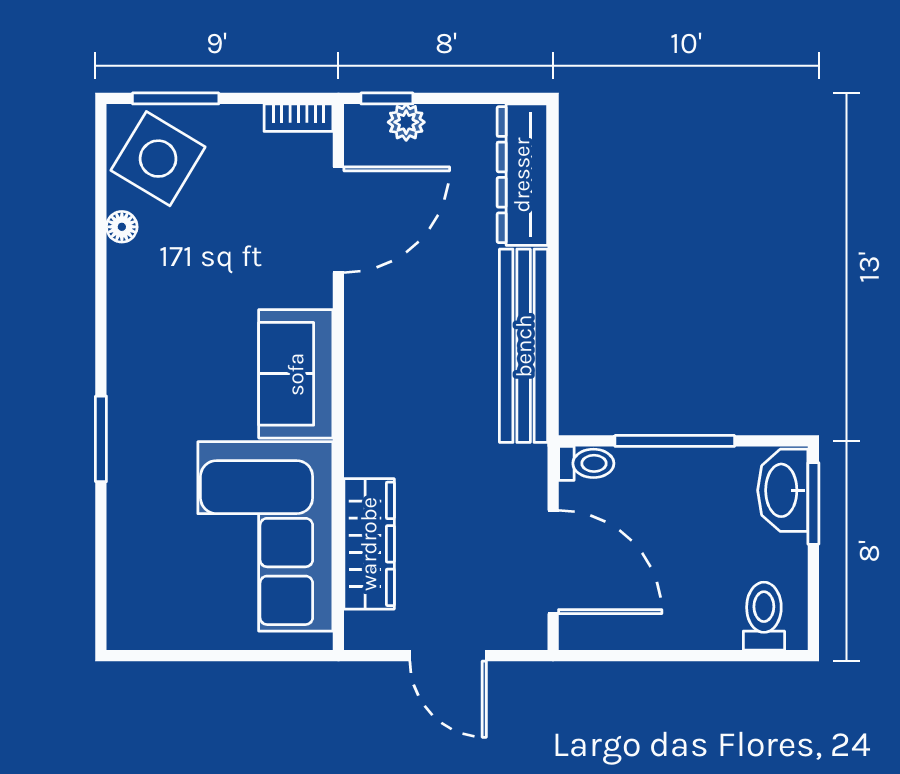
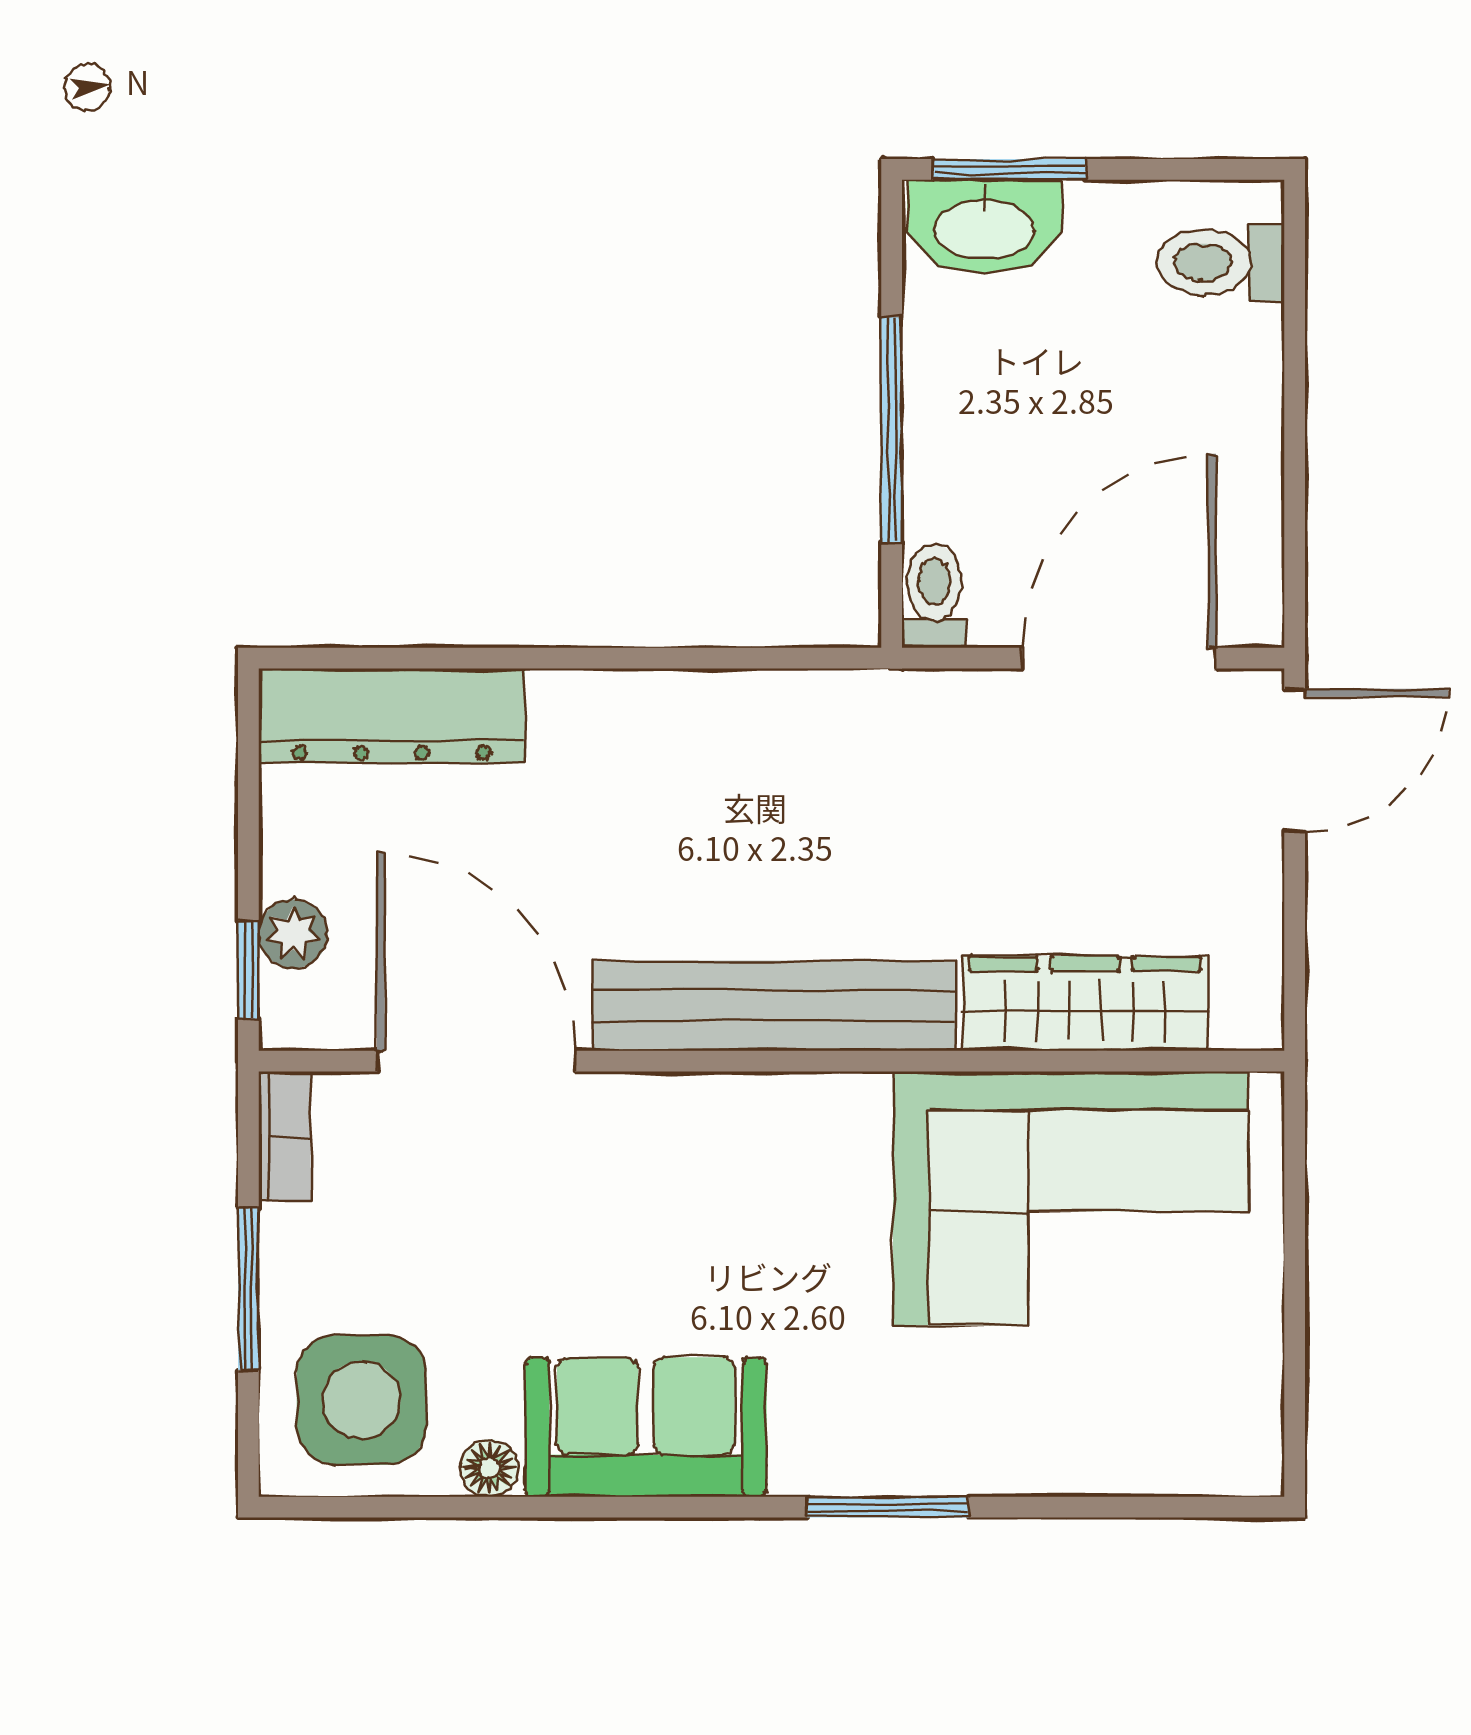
window: (176, 98) -> (248, 1289), moved
side table: (158, 159) -> (362, 1400), turned -31
bench: (524, 346) -> (774, 1006), moved
sofa: (296, 374) -> (646, 1427), moved, turned 180
door: (448, 656) -> (1295, 761), moved

